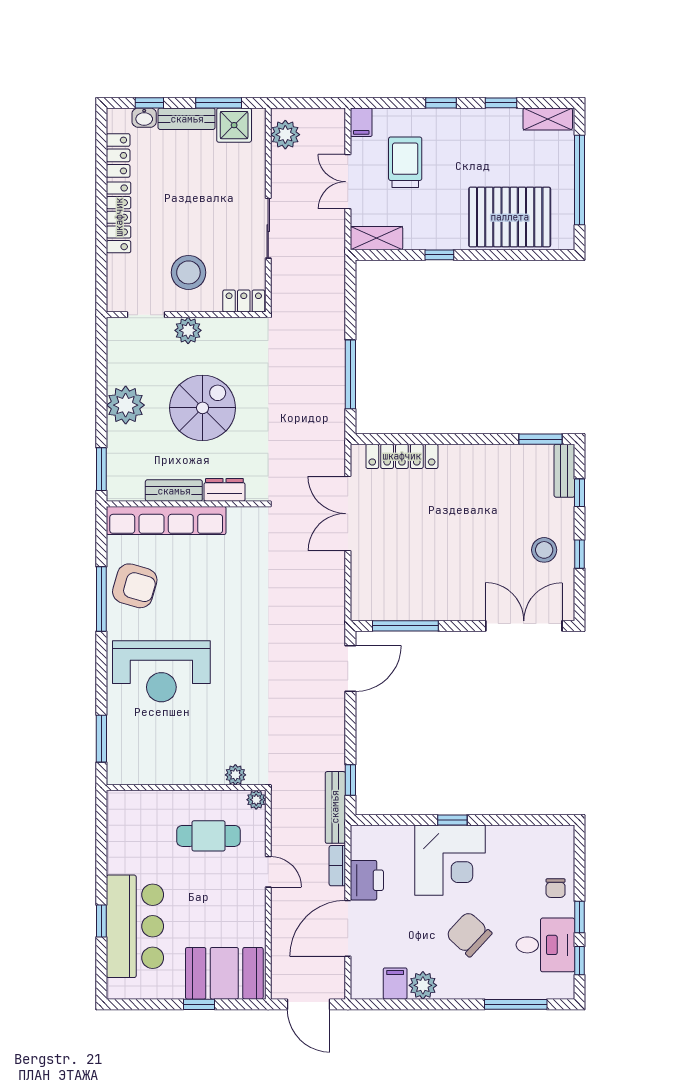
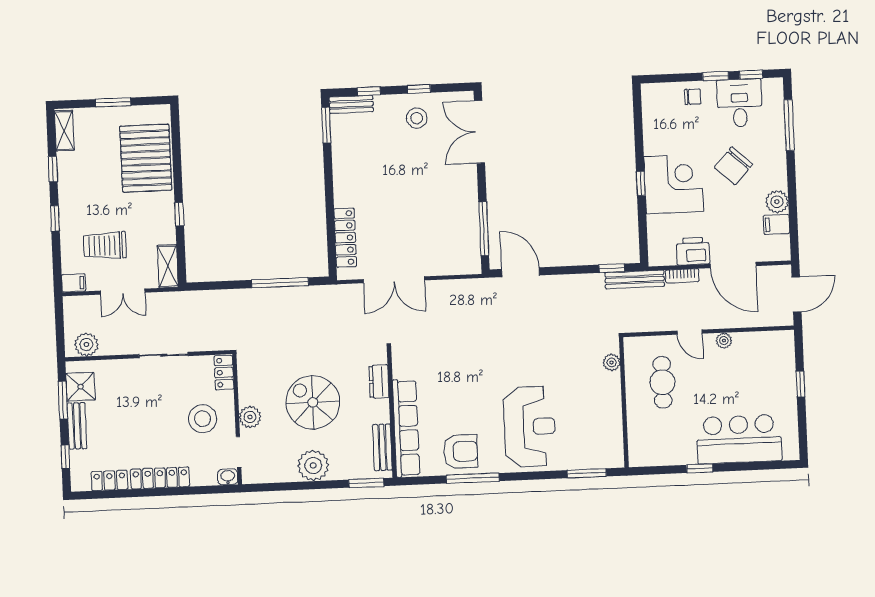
washbasin: (144, 118) -> (228, 477), moved, turned -90
window: (579, 180) -> (113, 102), width x0.47
bench: (174, 491) -> (382, 447), moved
armchair: (135, 586) -> (461, 451), turned 74
plant: (256, 800) -> (724, 341), moved
door: (268, 872) -> (690, 332), swing flipped
window: (101, 921) -> (700, 468), moved
booth: (224, 973) -> (774, 364), removed

